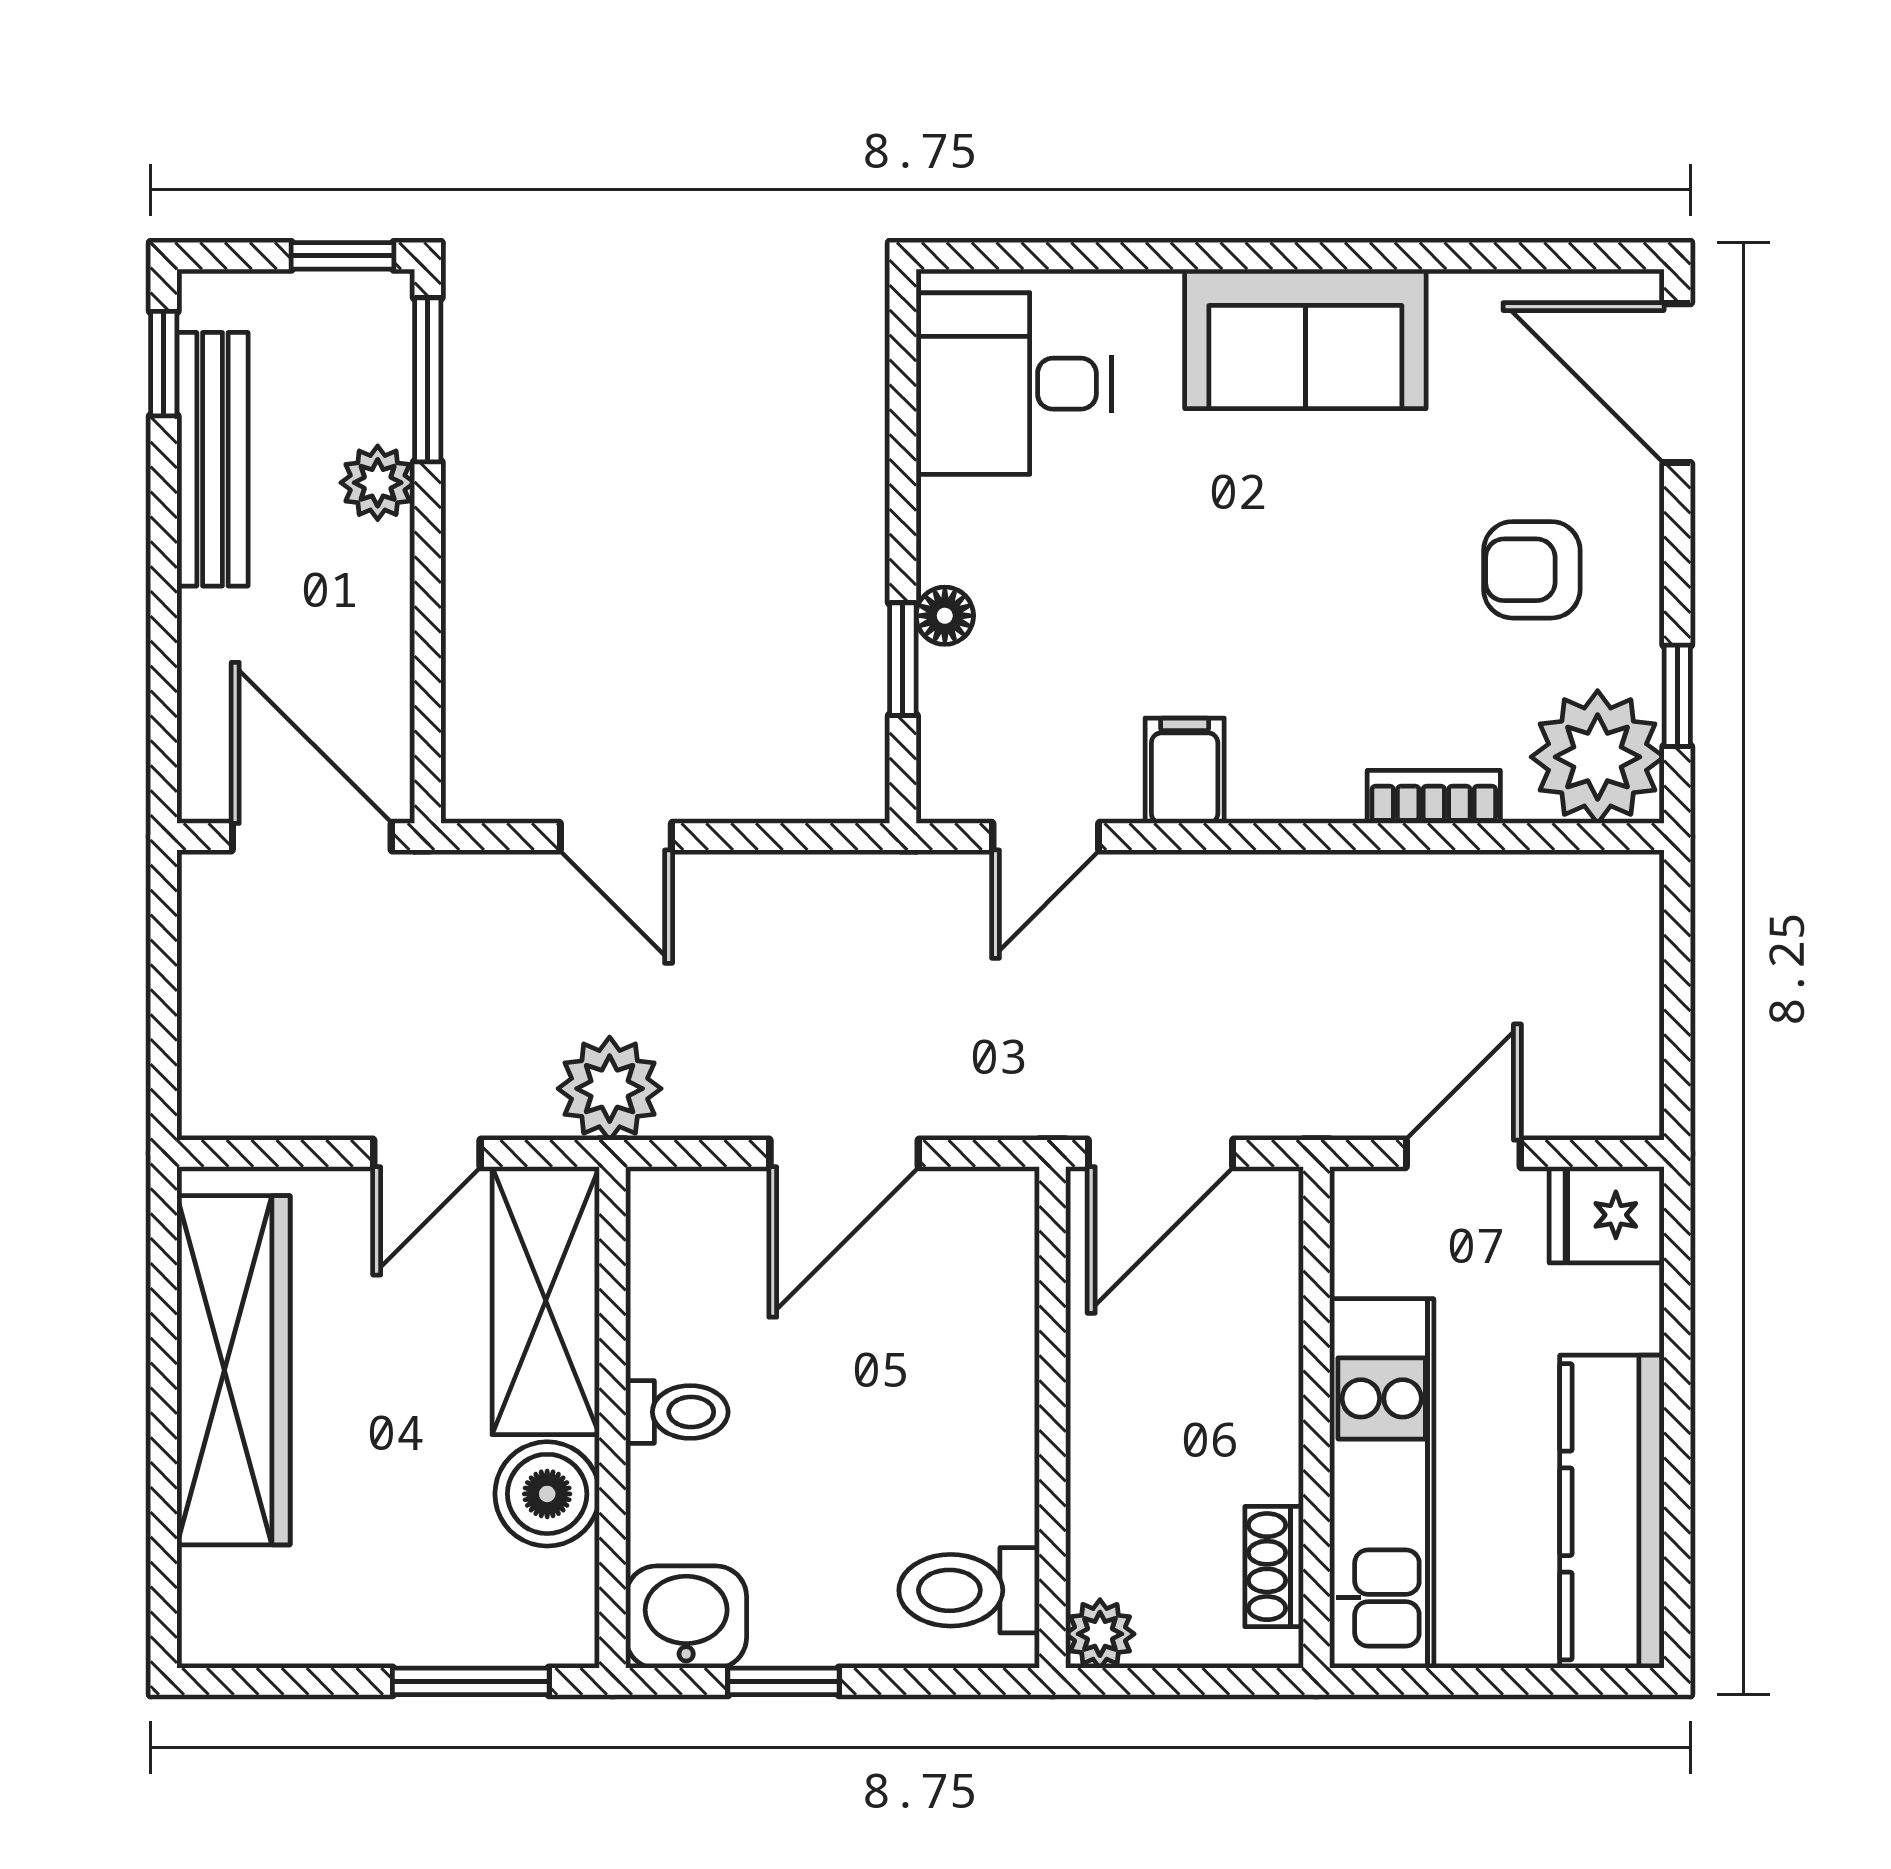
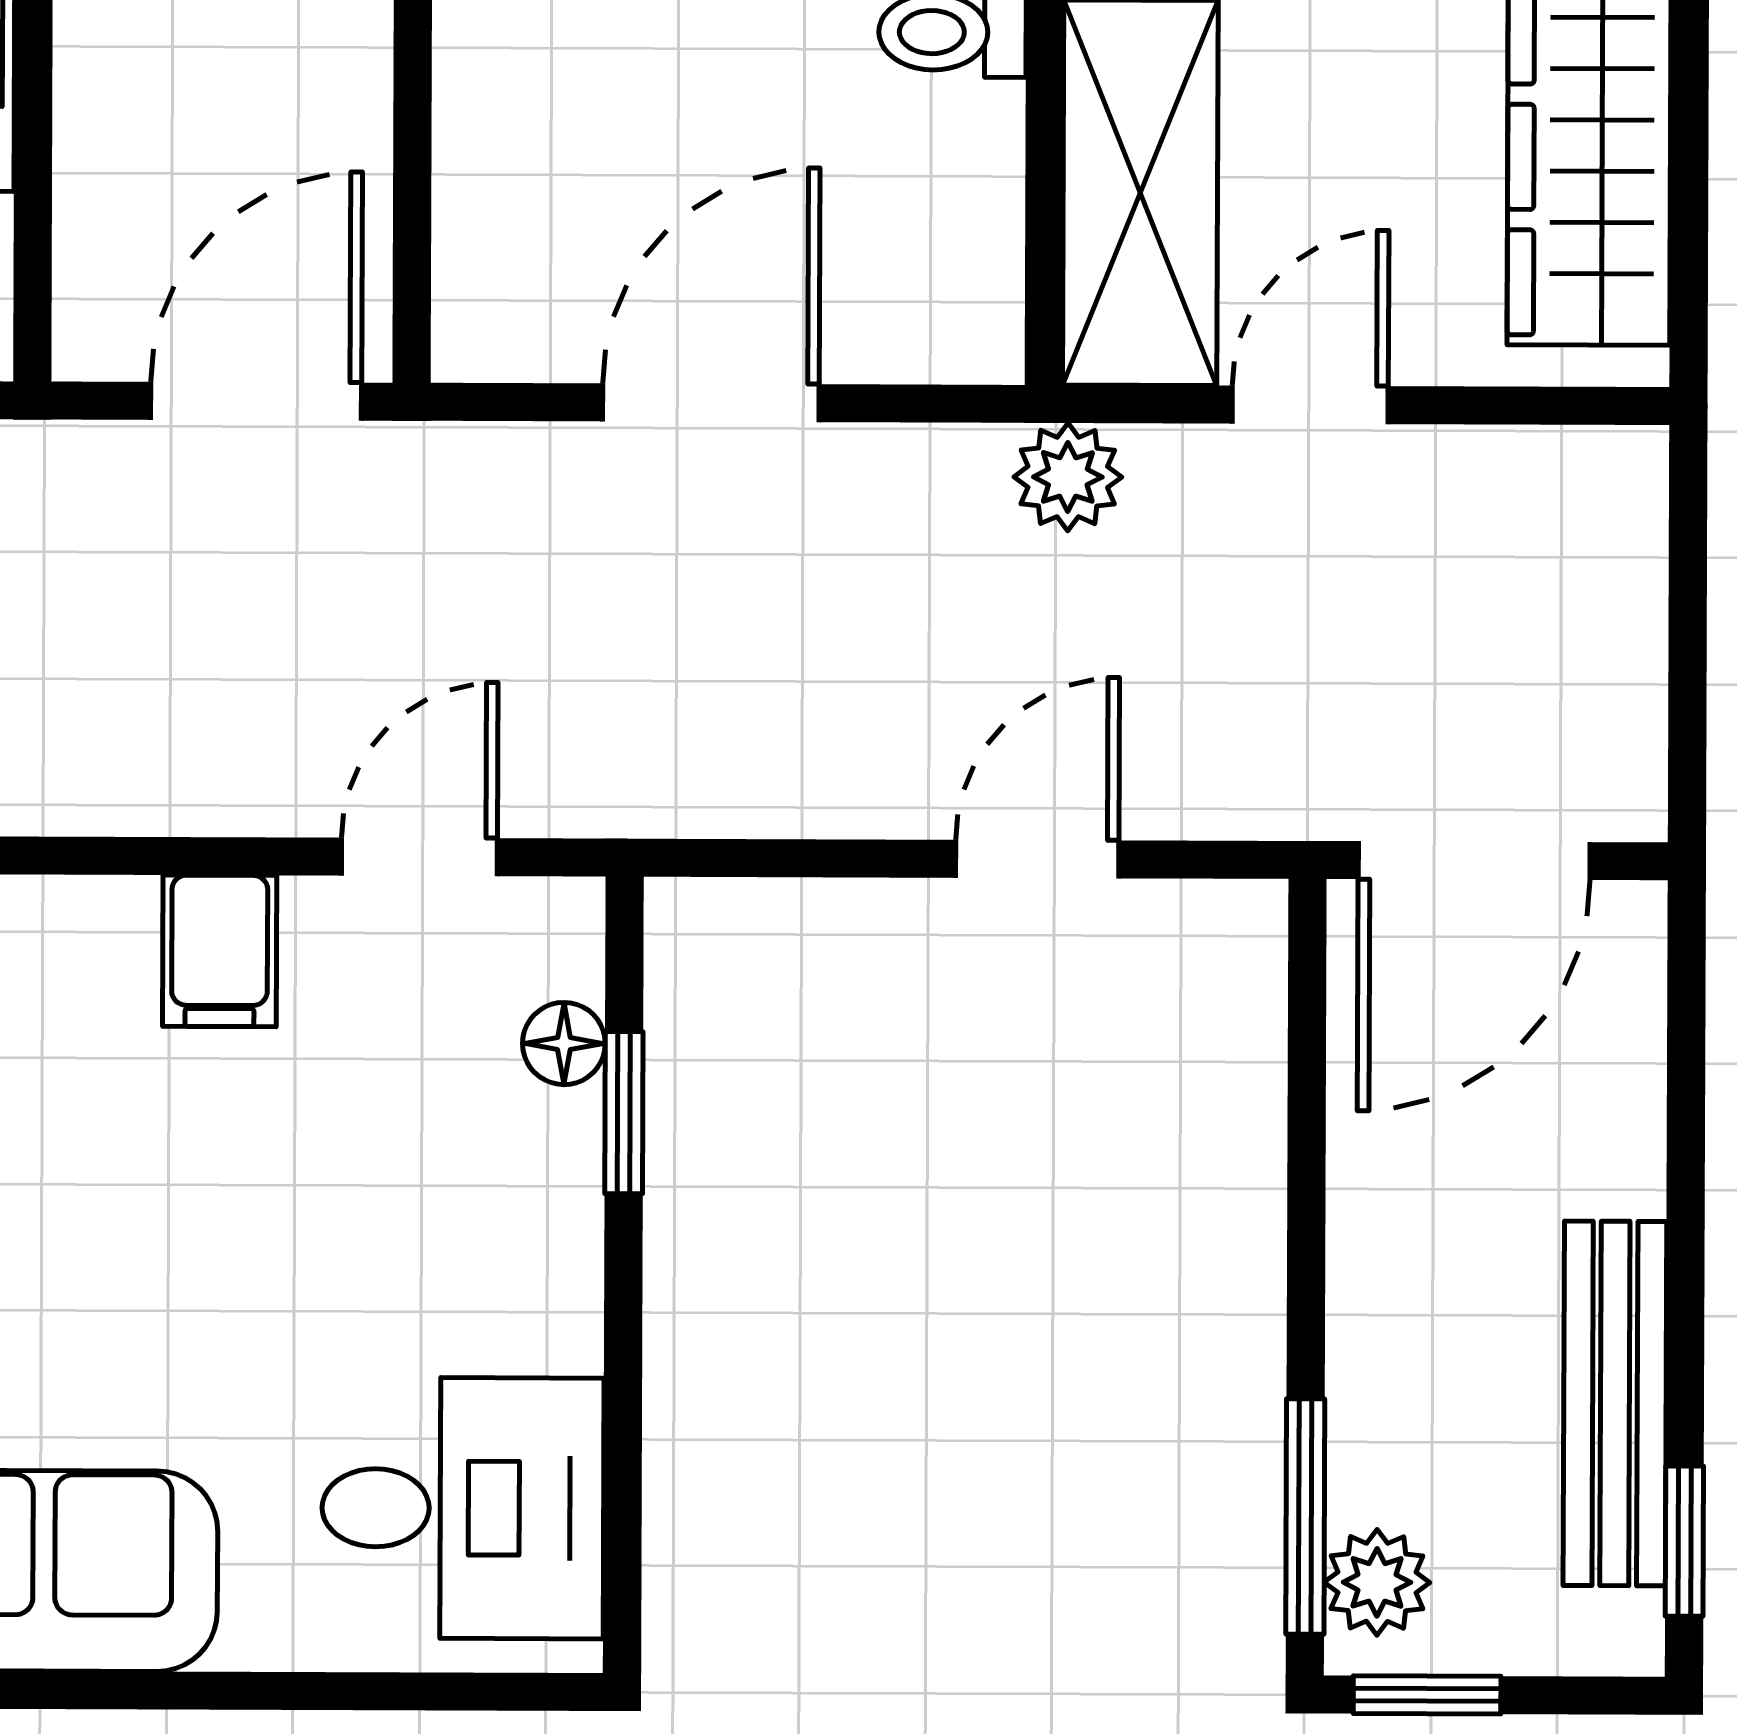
plant: (378, 483) -> (1377, 1582), moved
floor lamp: (945, 616) -> (564, 1044), moved
door: (312, 837) -> (1474, 861), hinge flipped
door: (616, 837) -> (1037, 859), hinge flipped
plant: (610, 1089) -> (1068, 477), width x0.73, depth x0.73

